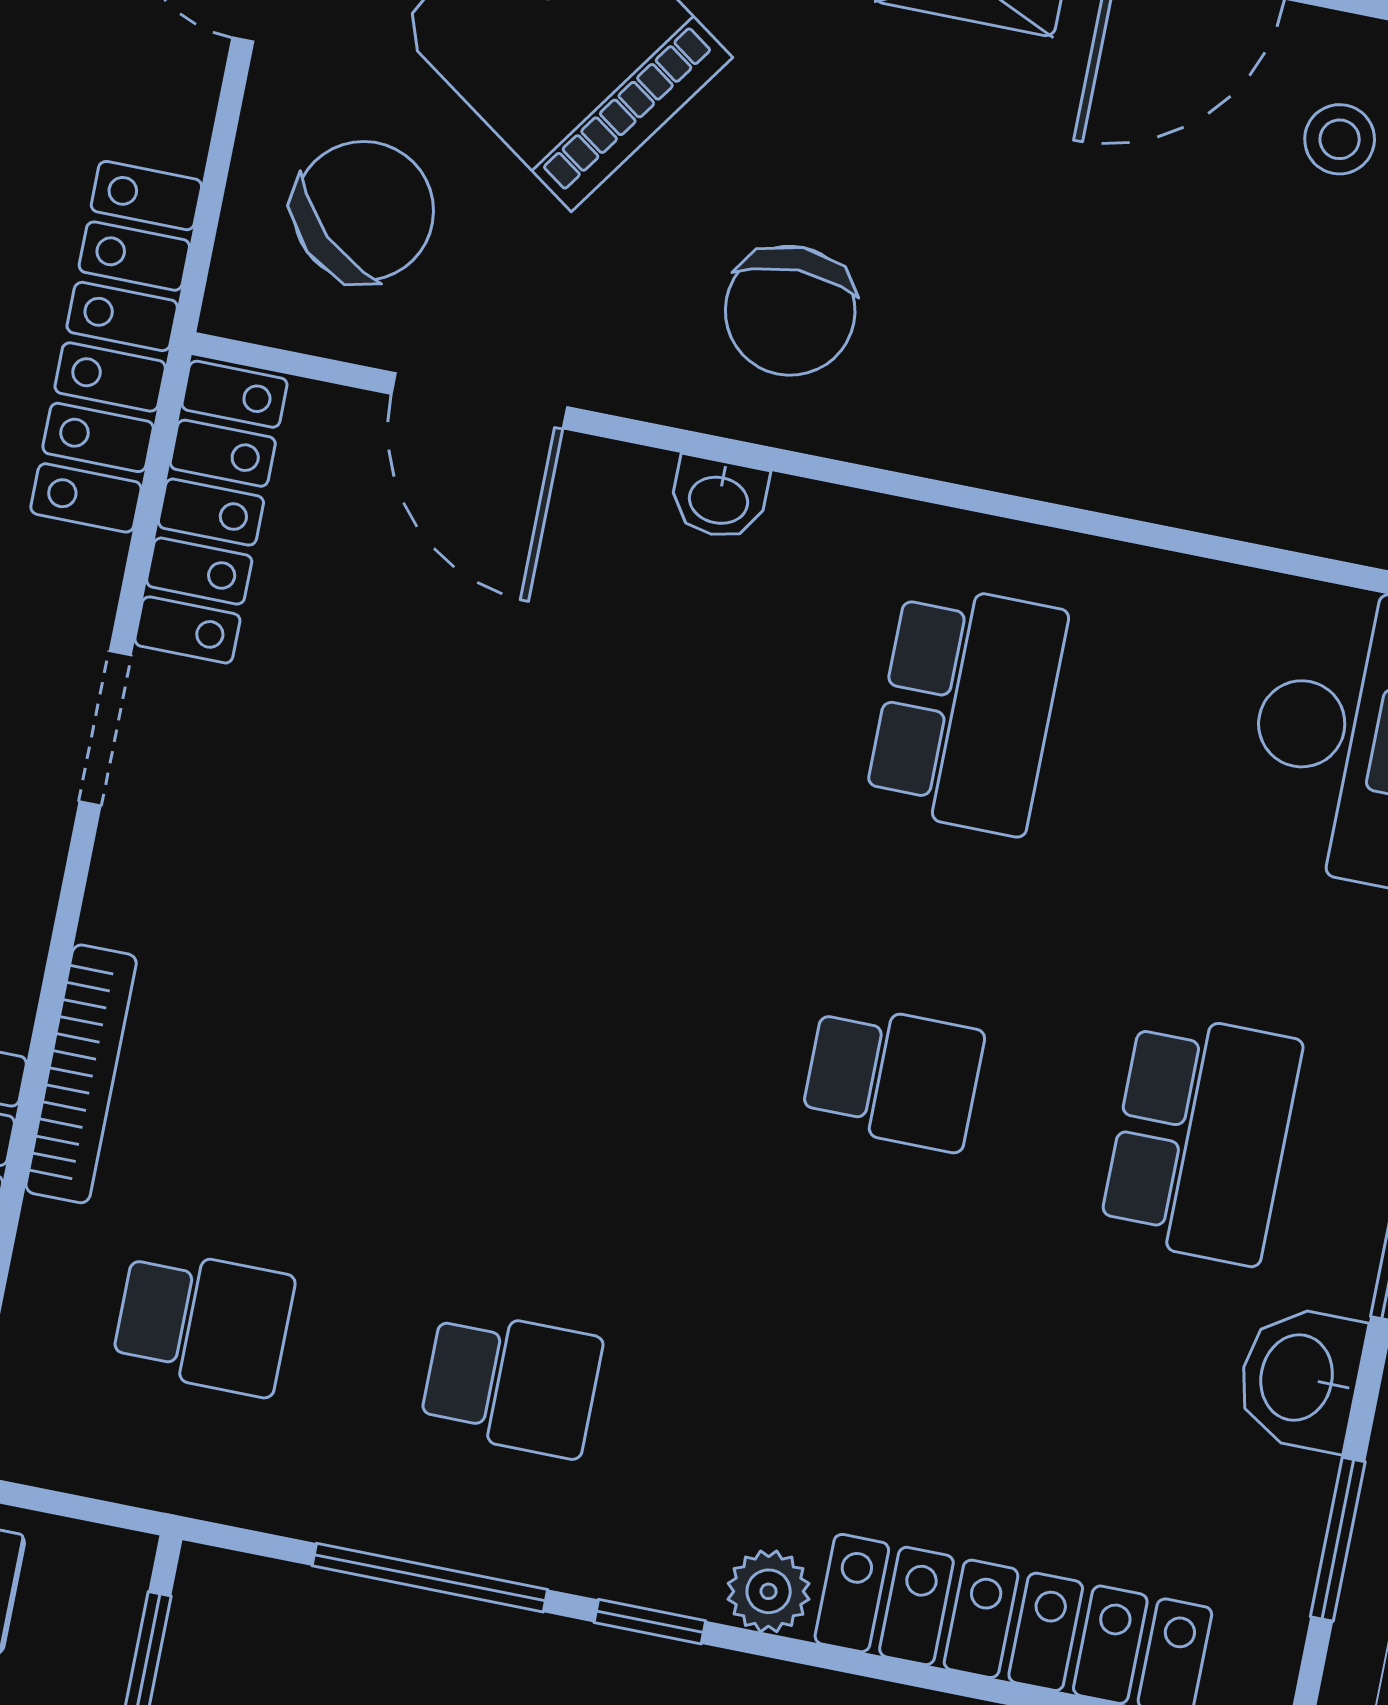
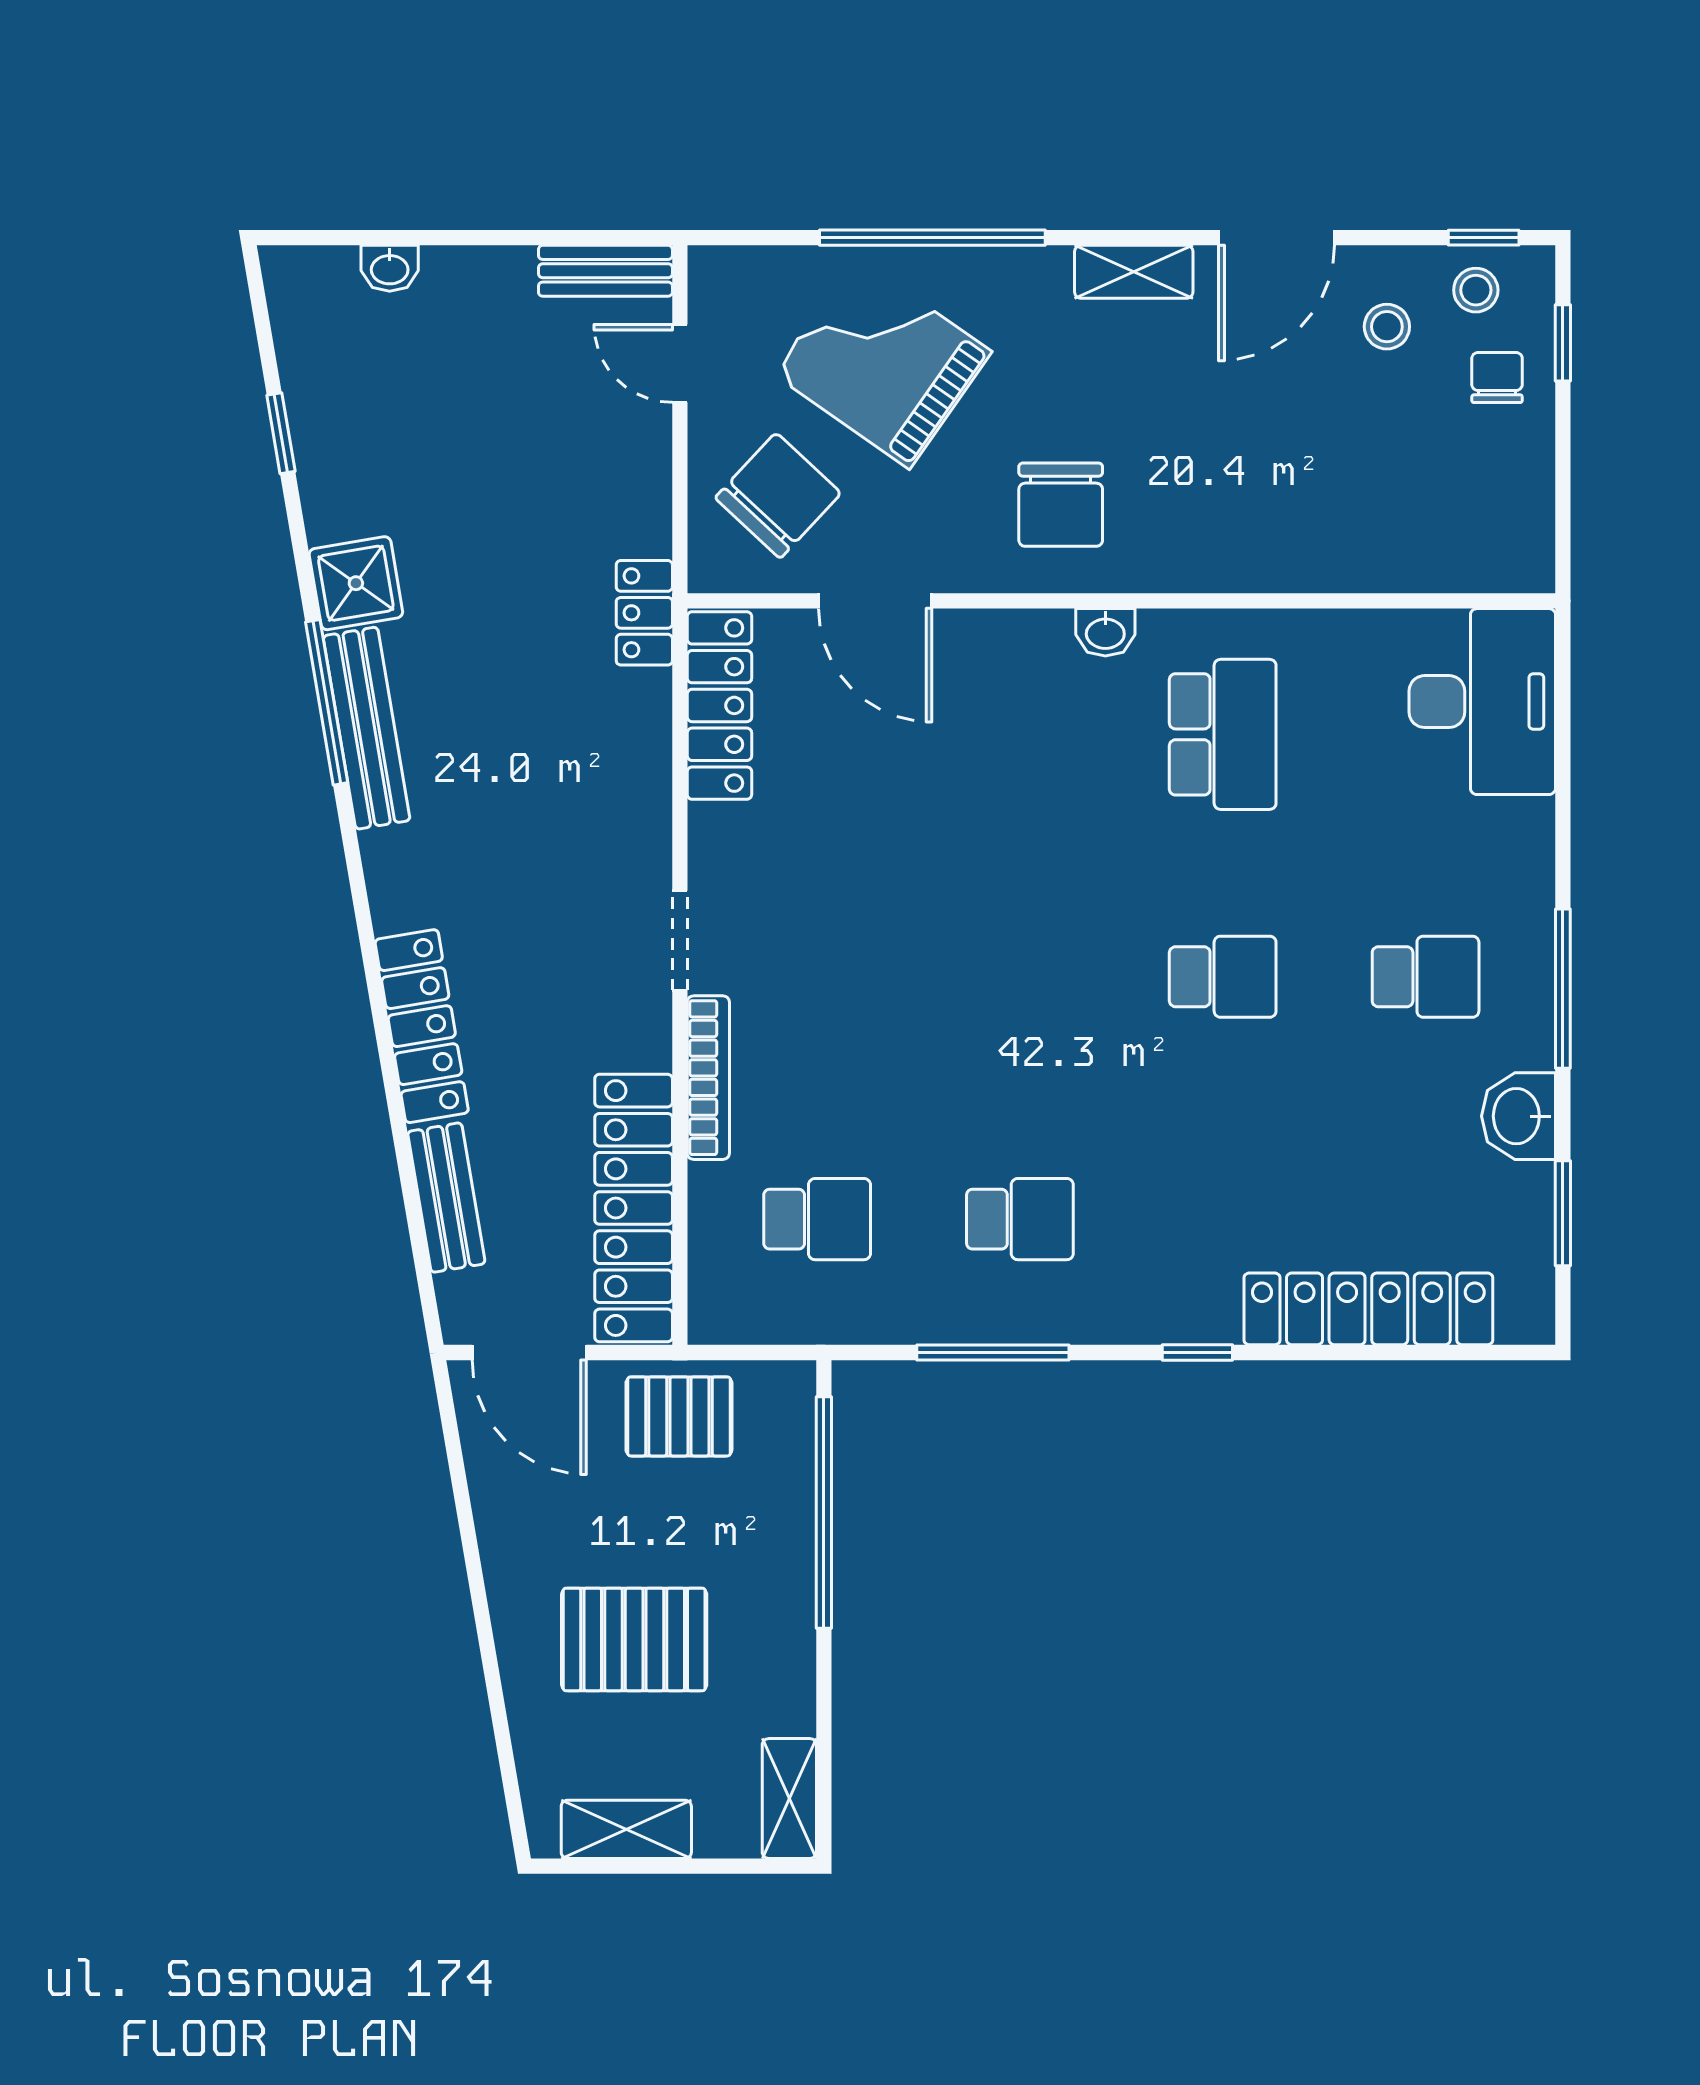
locker: (116, 347) -> (644, 613), width x0.46, depth x0.83
washbasin: (719, 498) -> (1105, 632), moved
doorway: (105, 728) -> (680, 940), moved
school desk: (1201, 1138) -> (1426, 977), width x0.54
plant: (769, 1591) -> (1209, 1318), removed
window: (650, 1622) -> (1197, 1353), moved

